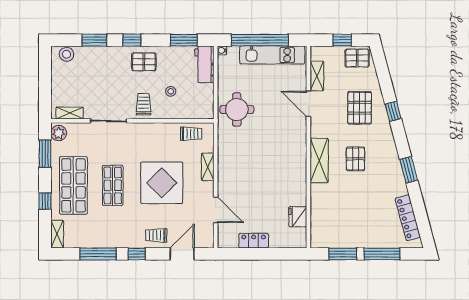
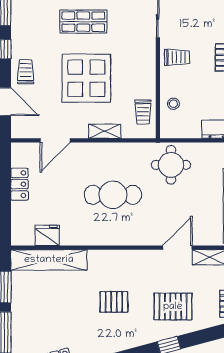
stool: (171, 91) -> (173, 104), moved
cafe table: (263, 160) -> (113, 195), added
shelving: (319, 161) -> (49, 260), moved, width x1.47

